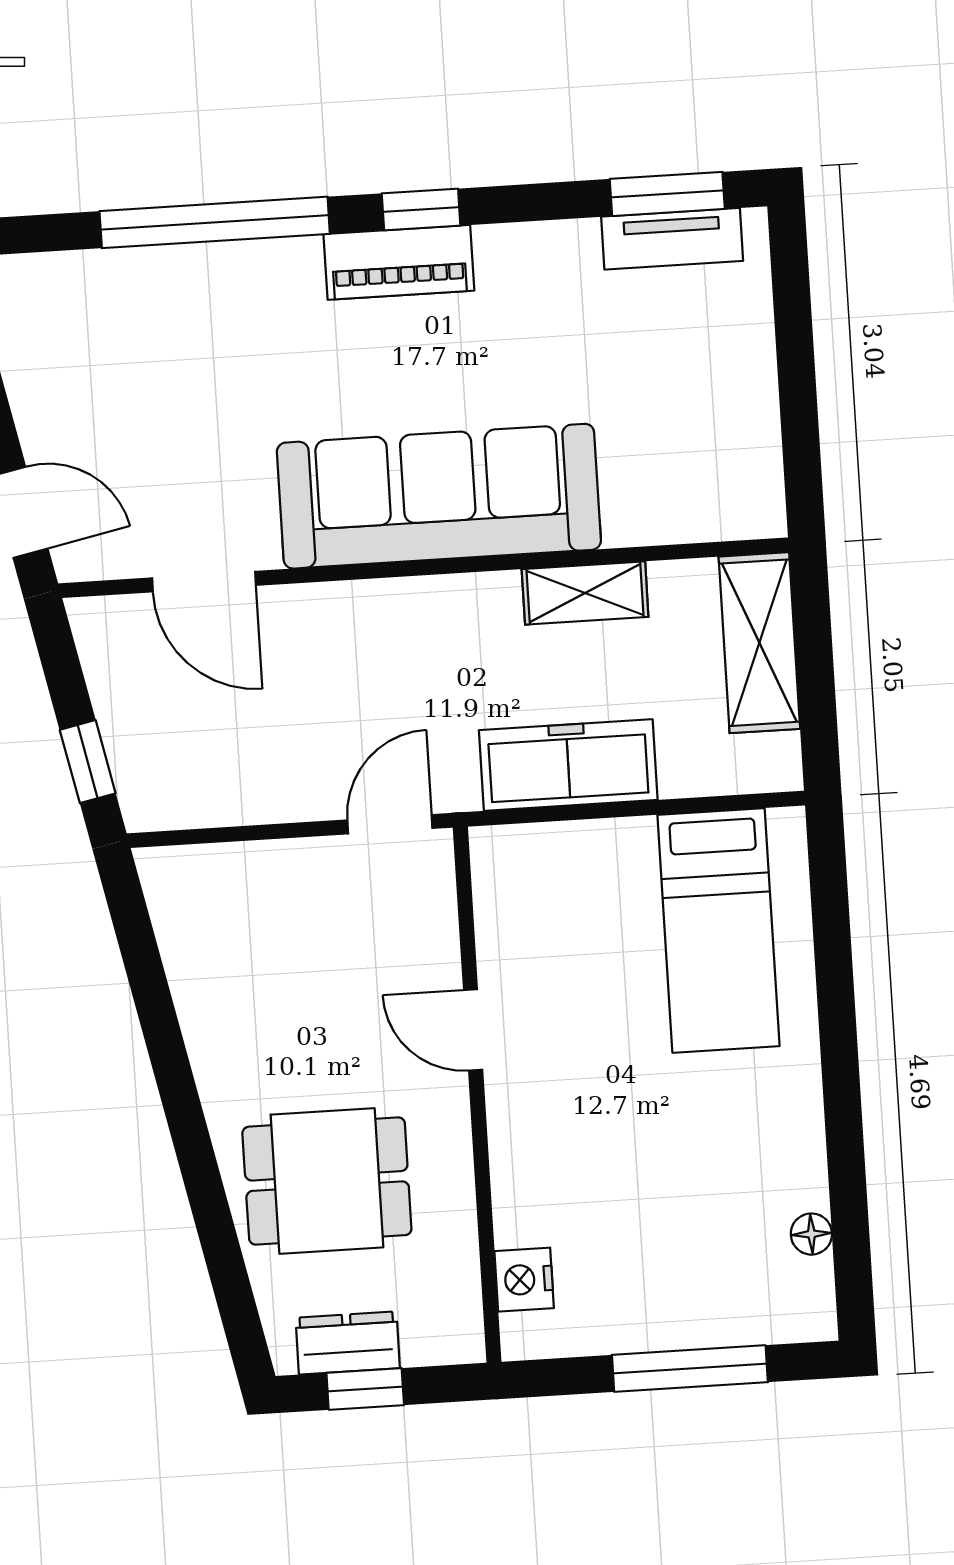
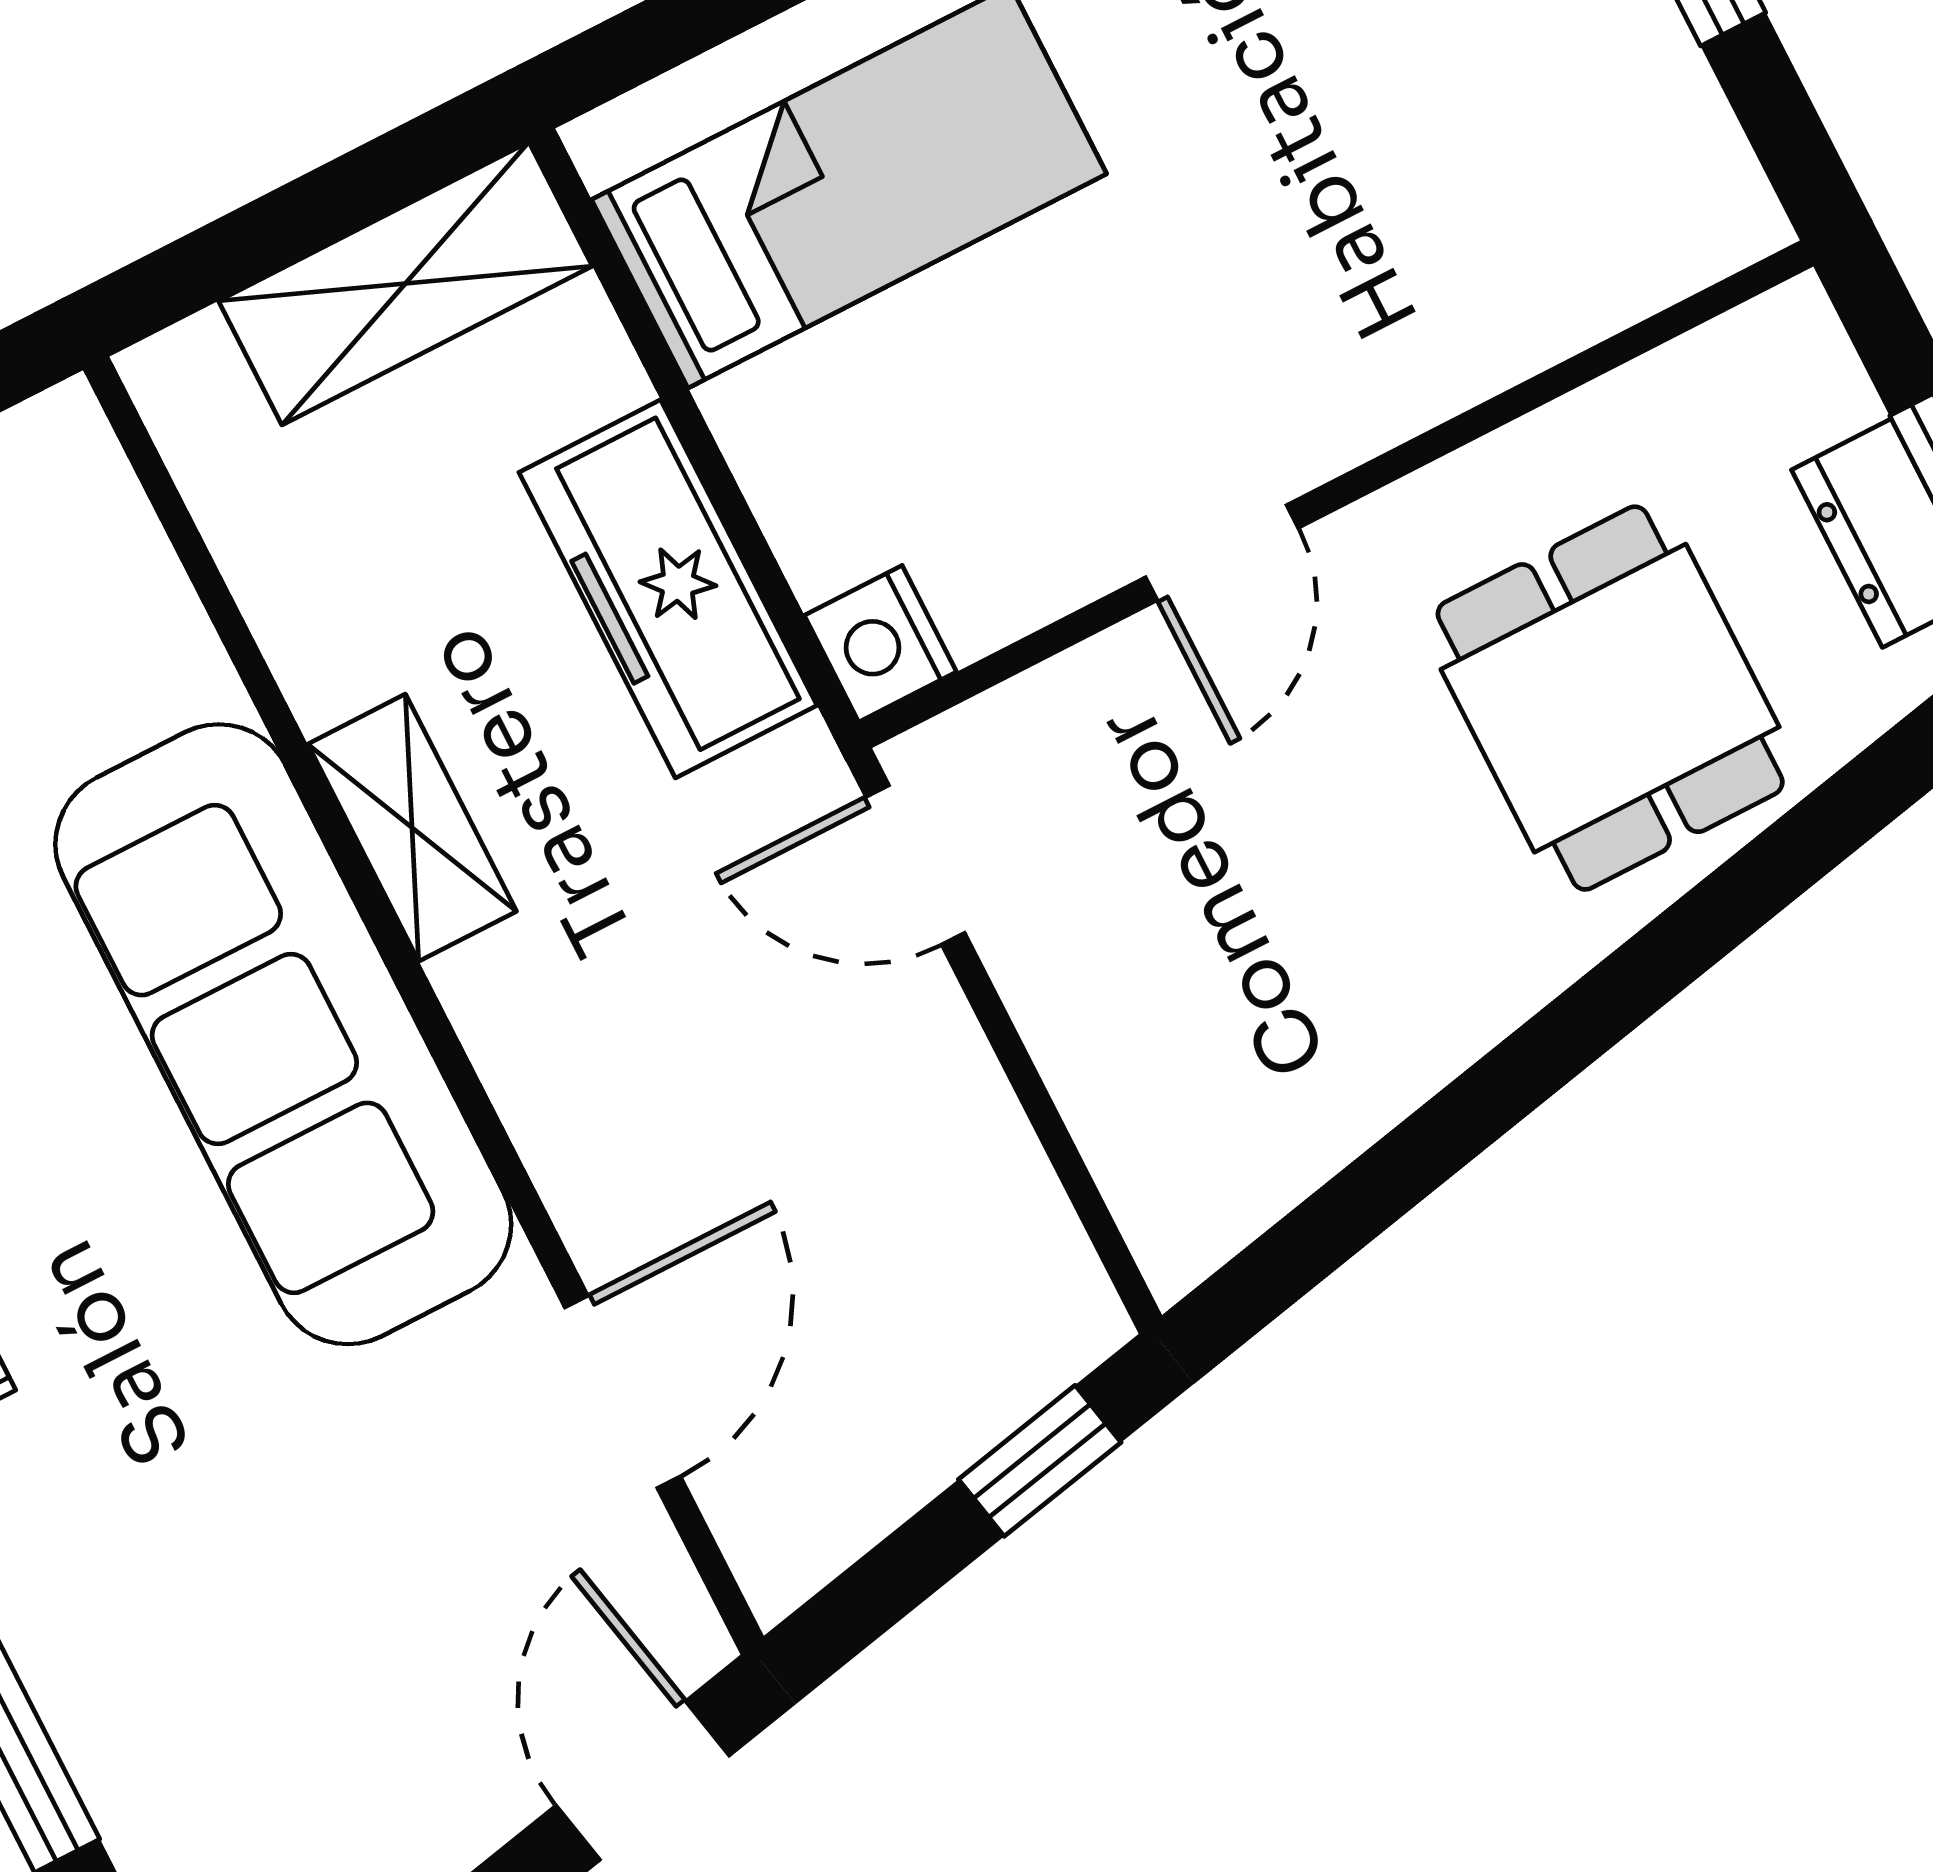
shelving: (585, 593) -> (412, 828), moved
shelving: (759, 643) -> (405, 283), moved
nightstand: (524, 1280) -> (880, 644), moved, turned 90

